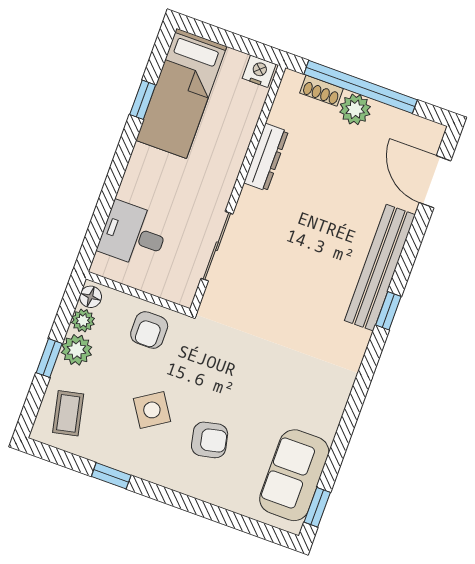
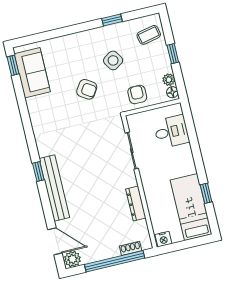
plant: (355, 109) -> (72, 259), moved
plant: (77, 350) -> (163, 65), removed
coffee table: (68, 413) -> (149, 35), turned 90
armchair: (210, 440) -> (87, 89), moved, turned -135

